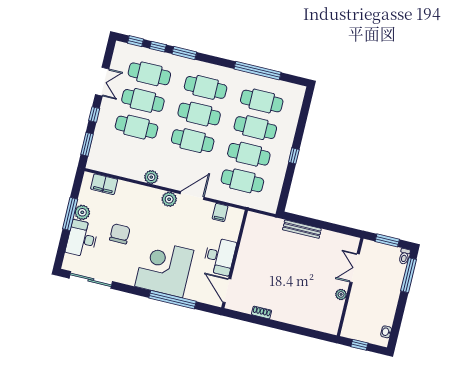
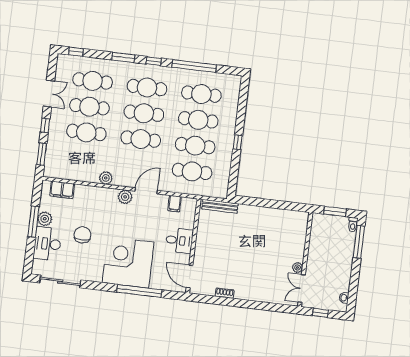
window: (158, 47) -> (154, 61), moved
bench: (302, 229) -> (220, 206), moved
desk: (219, 256) -> (179, 240), width x0.73
double door: (355, 268) -> (302, 289), moved

